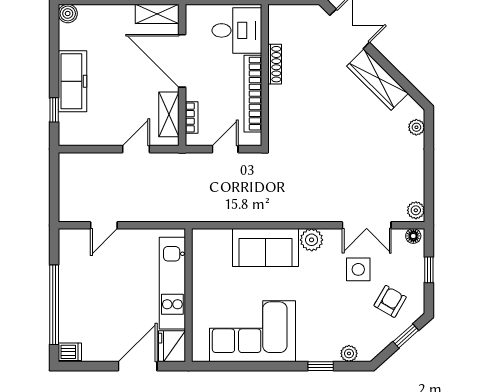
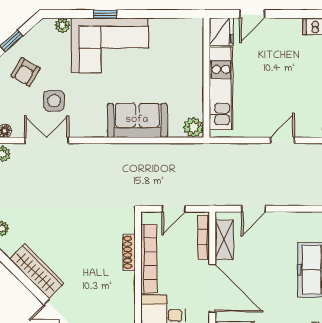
shoe rack: (275, 64) -> (129, 252), moved
bookcase: (192, 117) -> (204, 237), width x1.56
plant: (312, 240) -> (193, 127), moved
corner sofa: (252, 331) -> (110, 45), moved
door: (138, 366) -> (252, 14), width x0.73
window: (321, 366) -> (105, 14), moved

